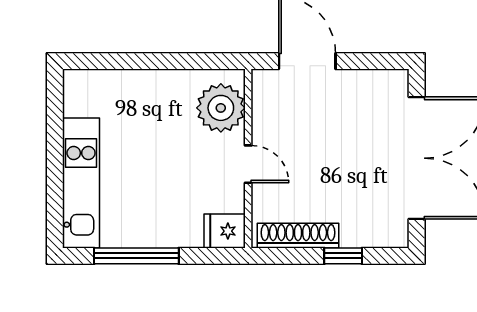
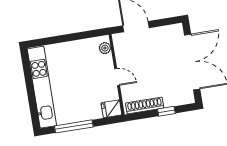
plant: (221, 108) -> (105, 48), width x0.53, depth x0.53
kitchen unit: (81, 183) -> (42, 87), width x1.36

